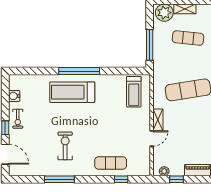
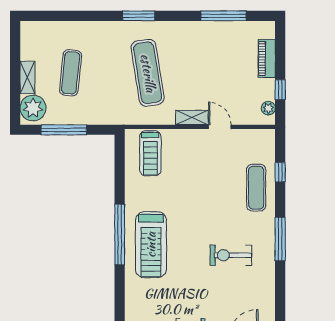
window: (150, 45) -> (64, 130), moved
treadmill: (134, 92) -> (150, 153), turned 90
window: (59, 179) -> (280, 239), moved

